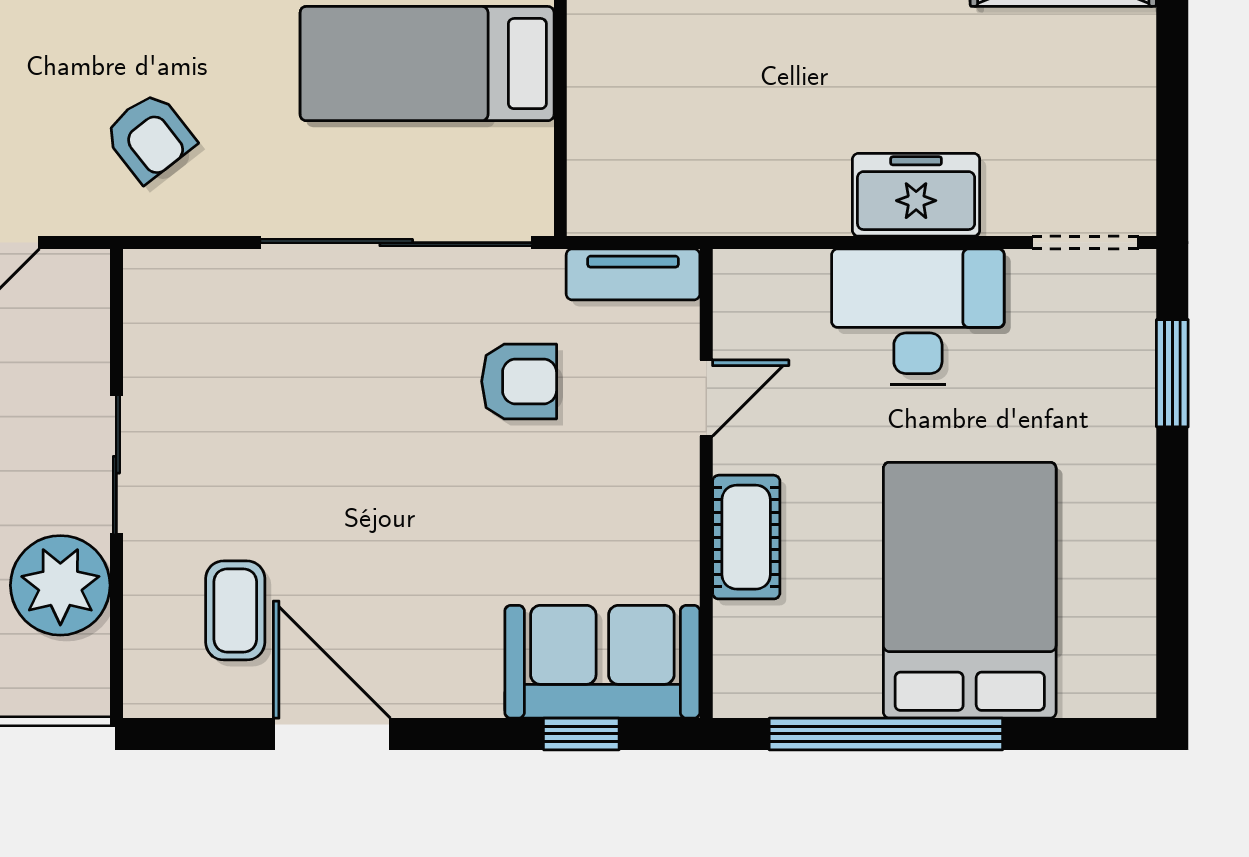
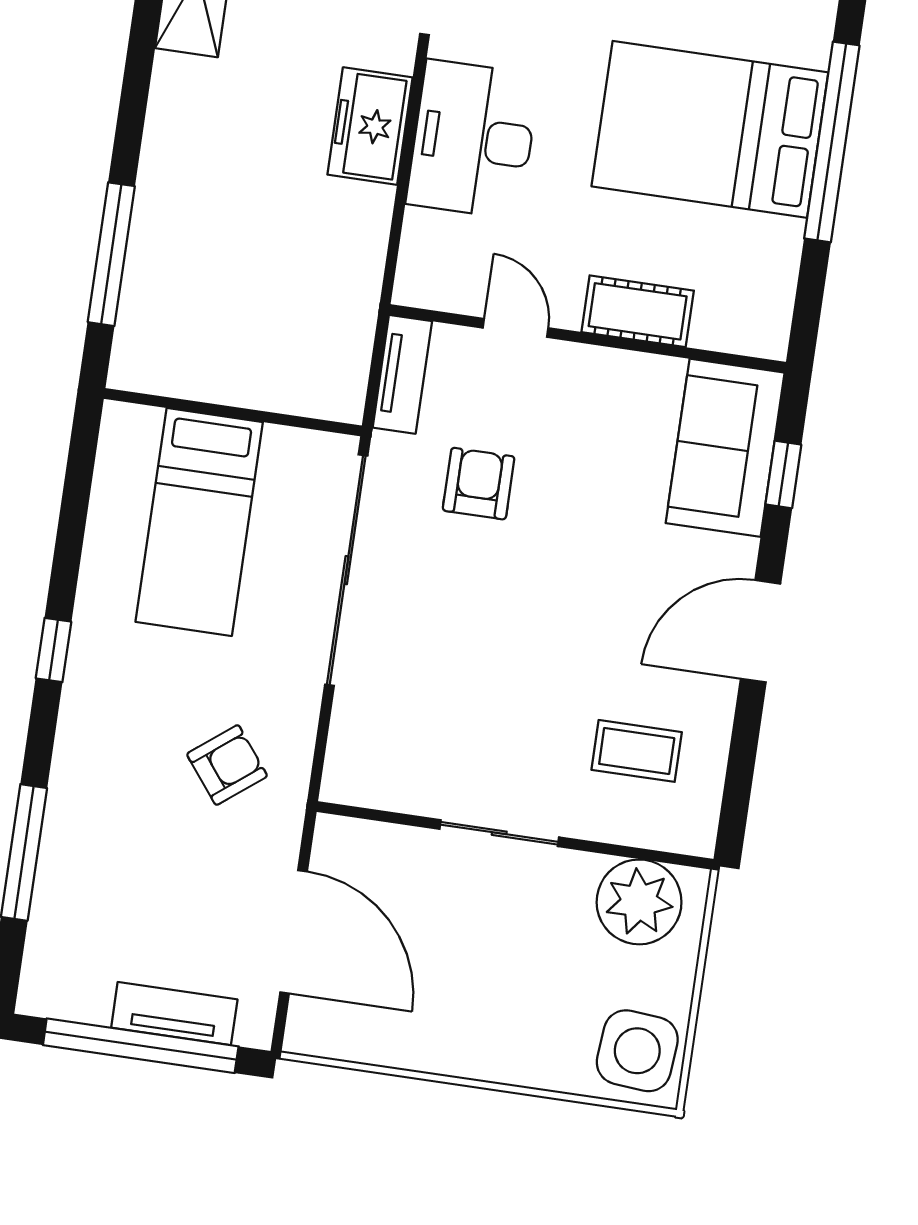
plant: (60, 585) -> (639, 902), moved
door: (332, 734) -> (760, 631), moved
window: (886, 734) -> (832, 142), moved

